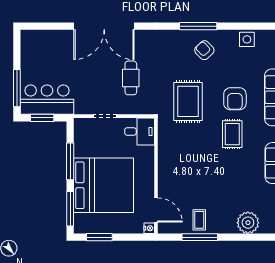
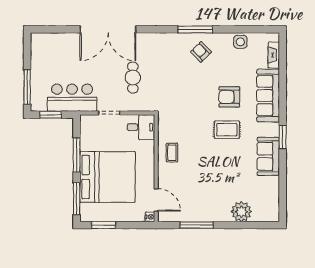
armchair: (235, 99) -> (229, 97), turned 90
bar counter: (47, 100) -> (72, 98), moved
rug: (188, 101) -> (186, 99), removed
rug: (232, 134) -> (227, 130), turned 90
coffee table: (199, 220) -> (172, 153), moved

